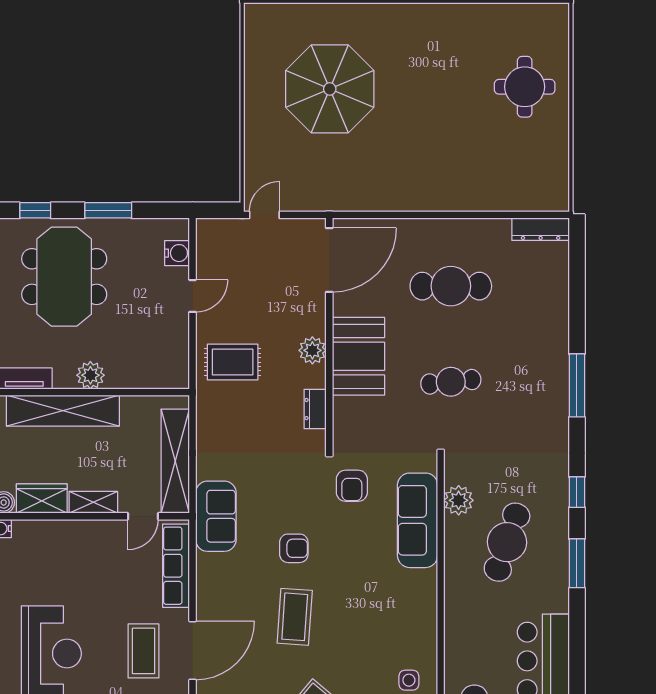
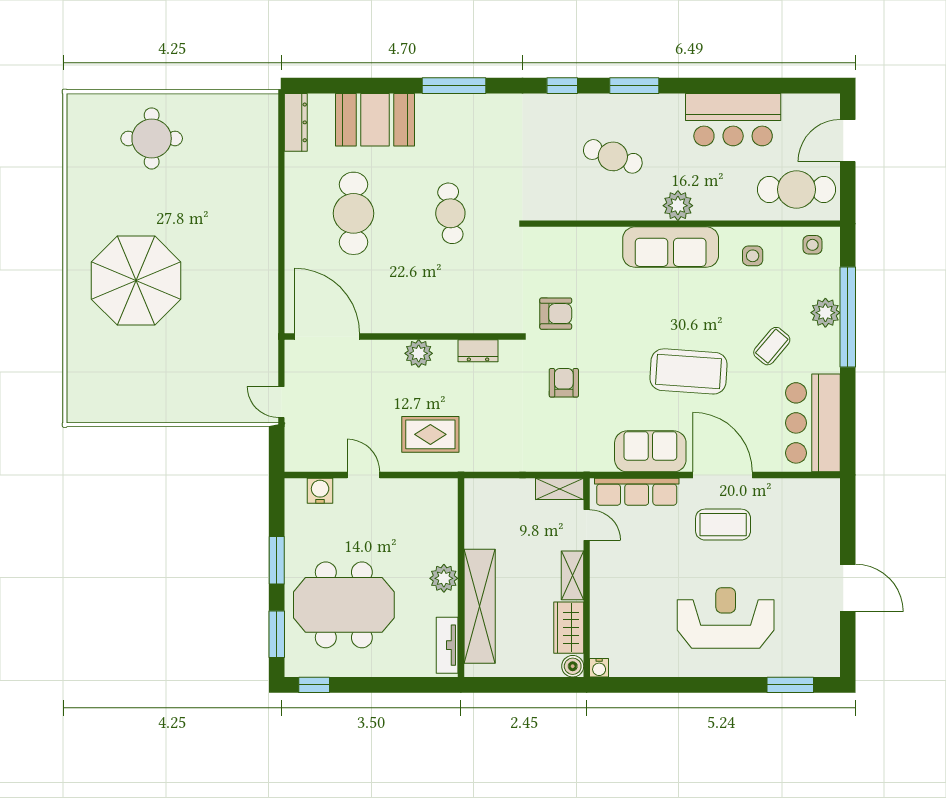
parasol: (330, 89) -> (136, 281), moved
window: (35, 210) -> (277, 634), width x1.50
booth: (358, 356) -> (375, 120), moved
rug: (233, 362) -> (430, 434), turned 90
shelving: (175, 461) -> (560, 489), width x0.45, depth x0.75
plant: (459, 500) -> (678, 206), moved
sofa: (216, 516) -> (650, 451), moved
sofa: (418, 520) -> (671, 247), moved
cafe table: (507, 542) -> (613, 156), width x0.73, depth x0.74
armchair: (294, 548) -> (564, 383), moved
coffee table: (295, 617) -> (689, 371), width x1.36, depth x1.32

